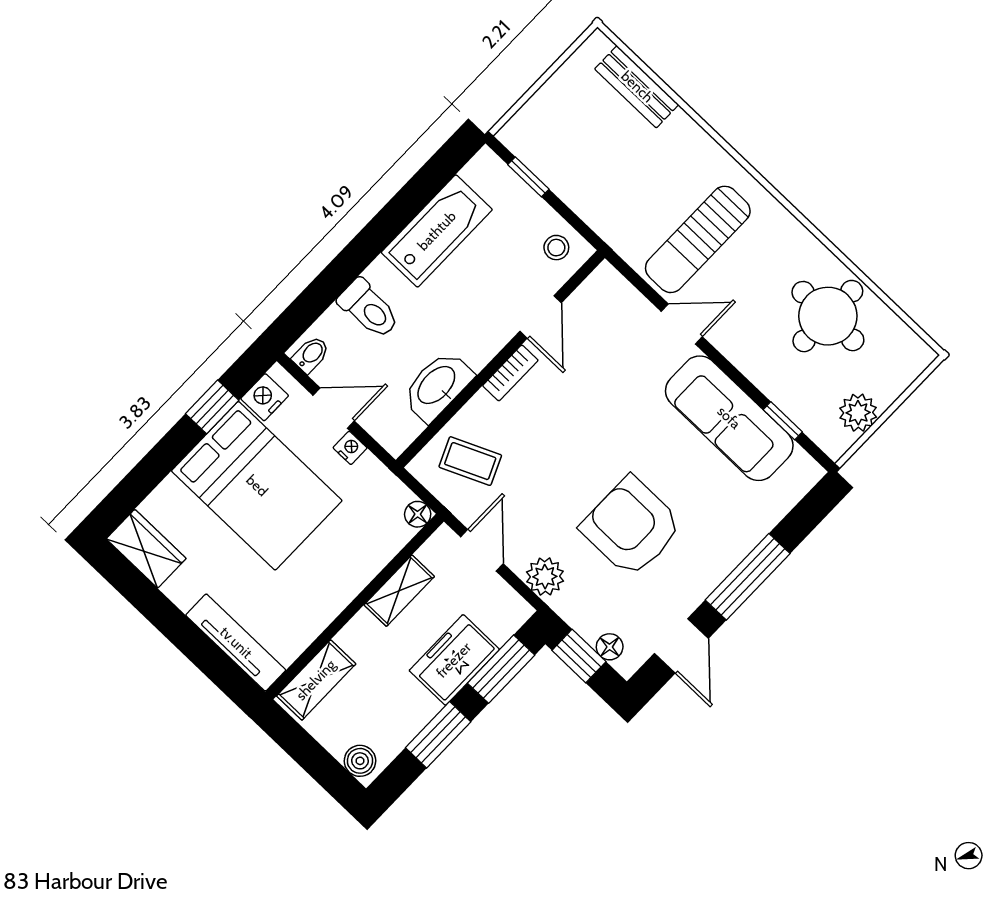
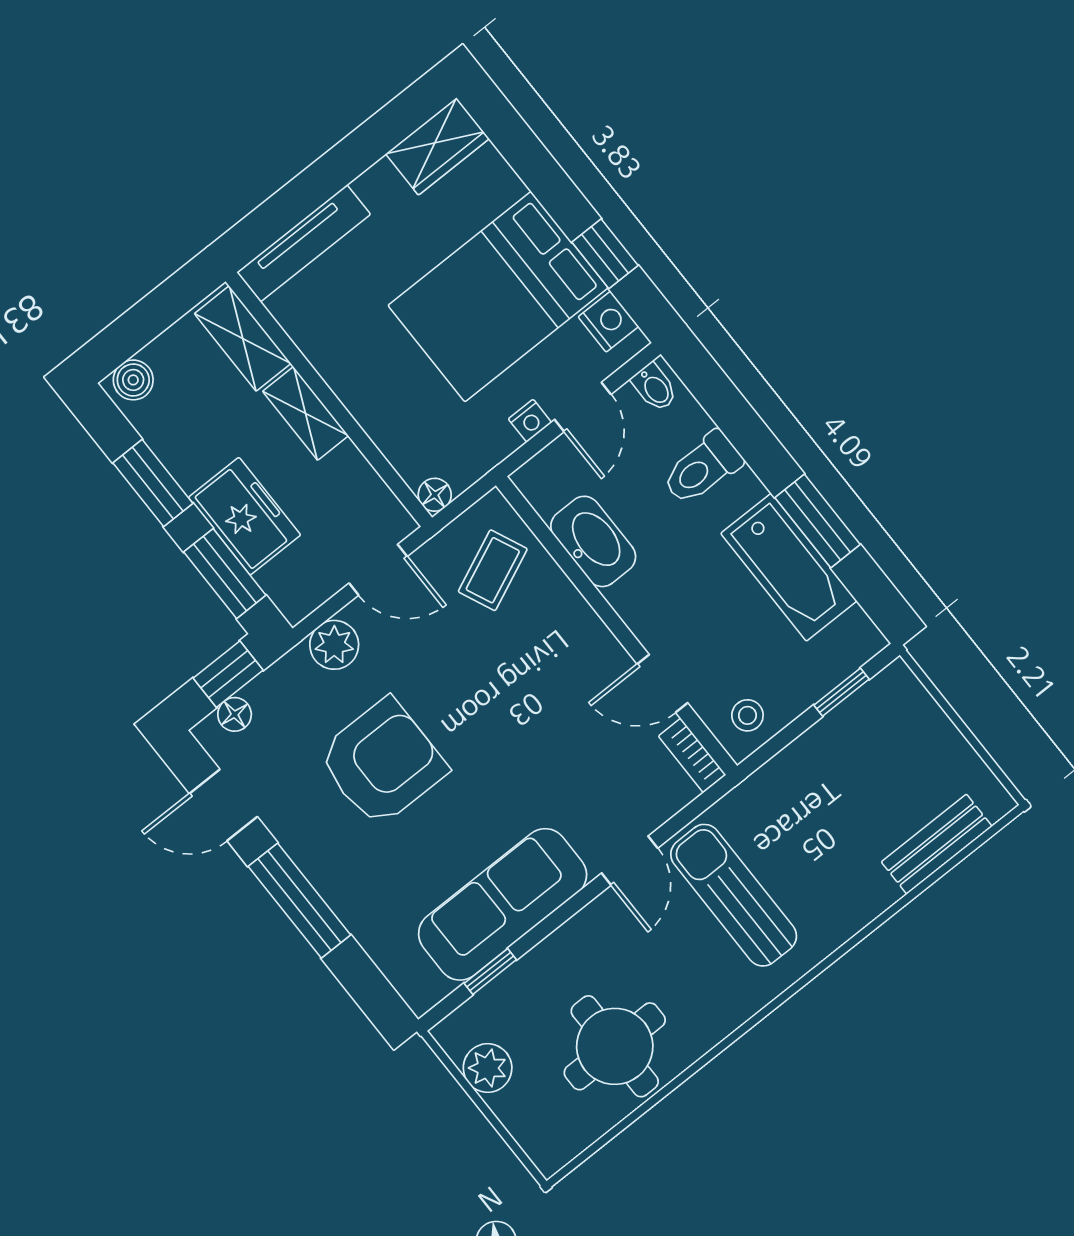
window: (398, 213) -> (818, 521), added
bookcase: (510, 373) -> (692, 755), moved
shelving: (399, 591) -> (306, 413), moved

